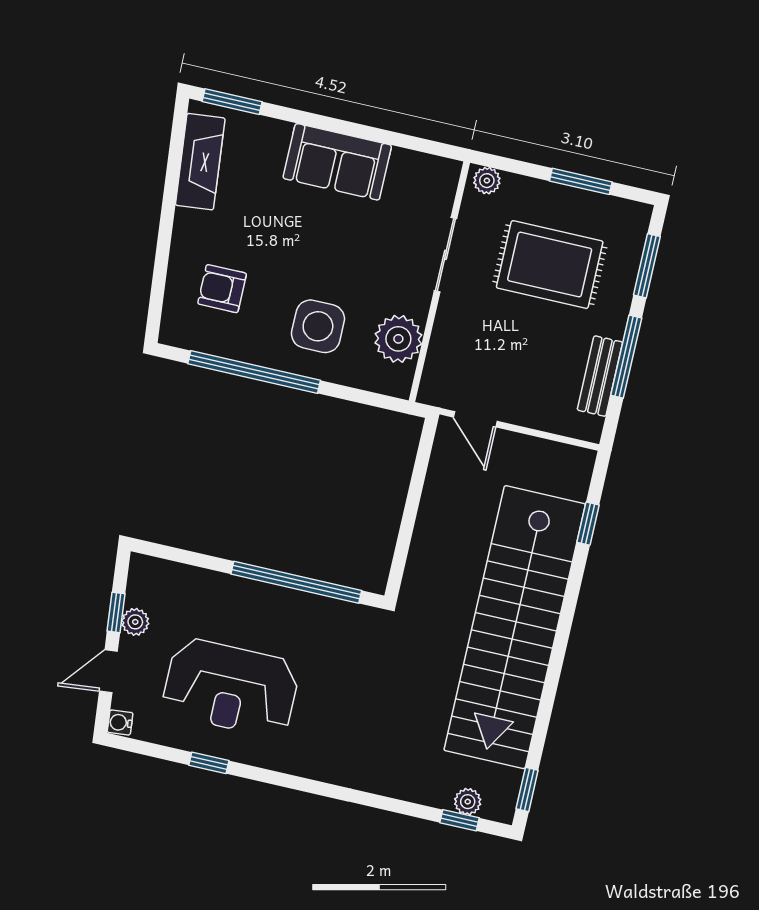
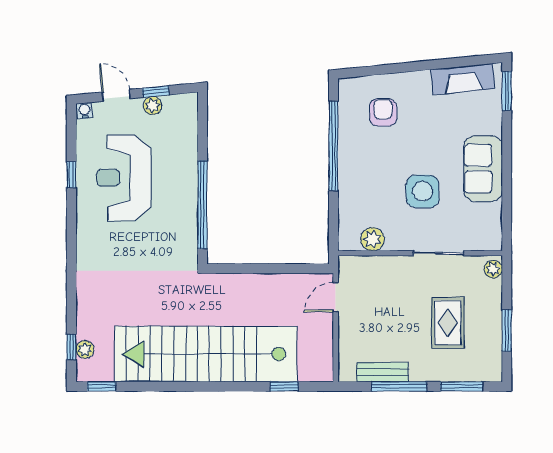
rug: (550, 265) -> (448, 323), width x0.73, depth x0.70
side table: (318, 326) -> (423, 191), moved
plant: (398, 339) -> (372, 239), width x0.73, depth x0.73

